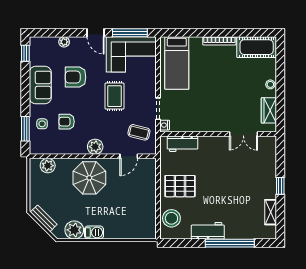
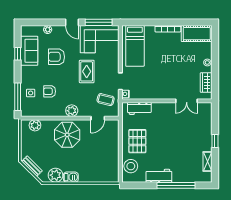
window: (25, 53) -> (18, 54), moved
sofa: (40, 85) -> (29, 51), moved
window: (25, 129) -> (18, 97), width x1.44
pallet: (180, 186) -> (137, 141), turned 90

